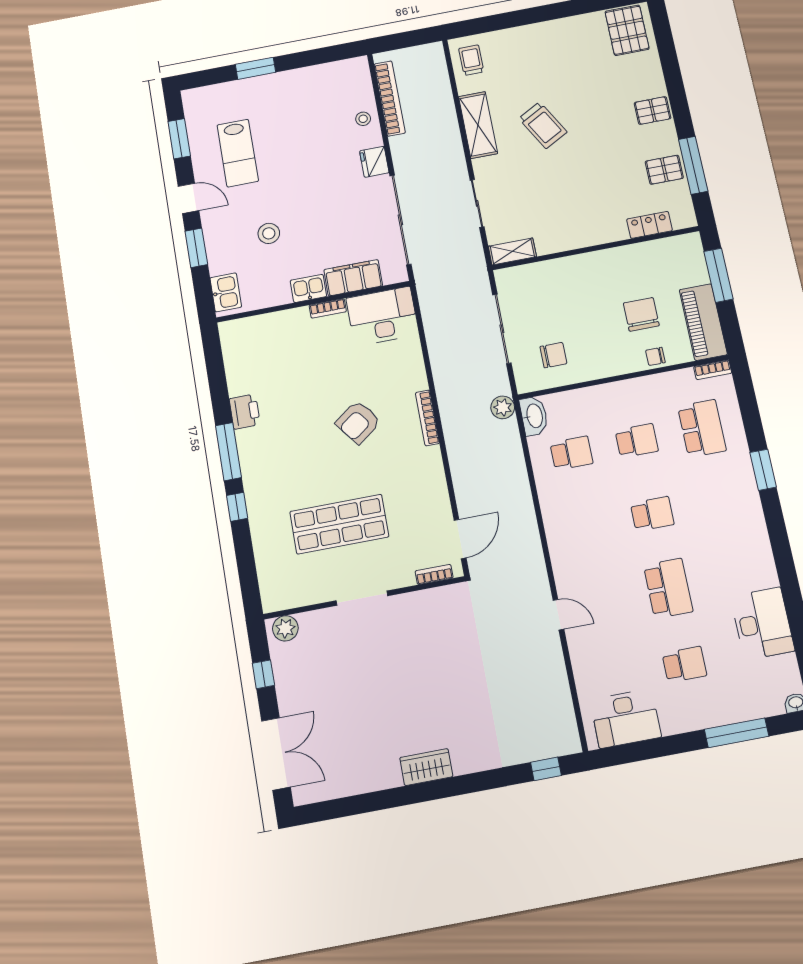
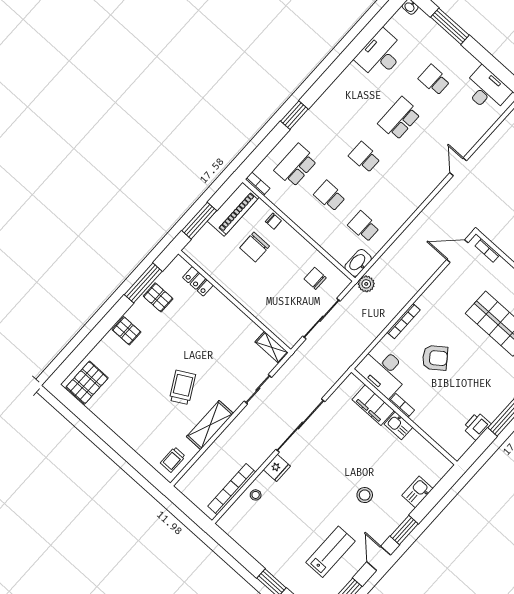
filing cabinet: (353, 278) -> (373, 405), moved
kitchen sink: (308, 288) -> (398, 426), moved
wall: (313, 302) -> (404, 417), moved
bookcase: (328, 308) -> (402, 405), moved
desk: (382, 316) -> (383, 371), moved

